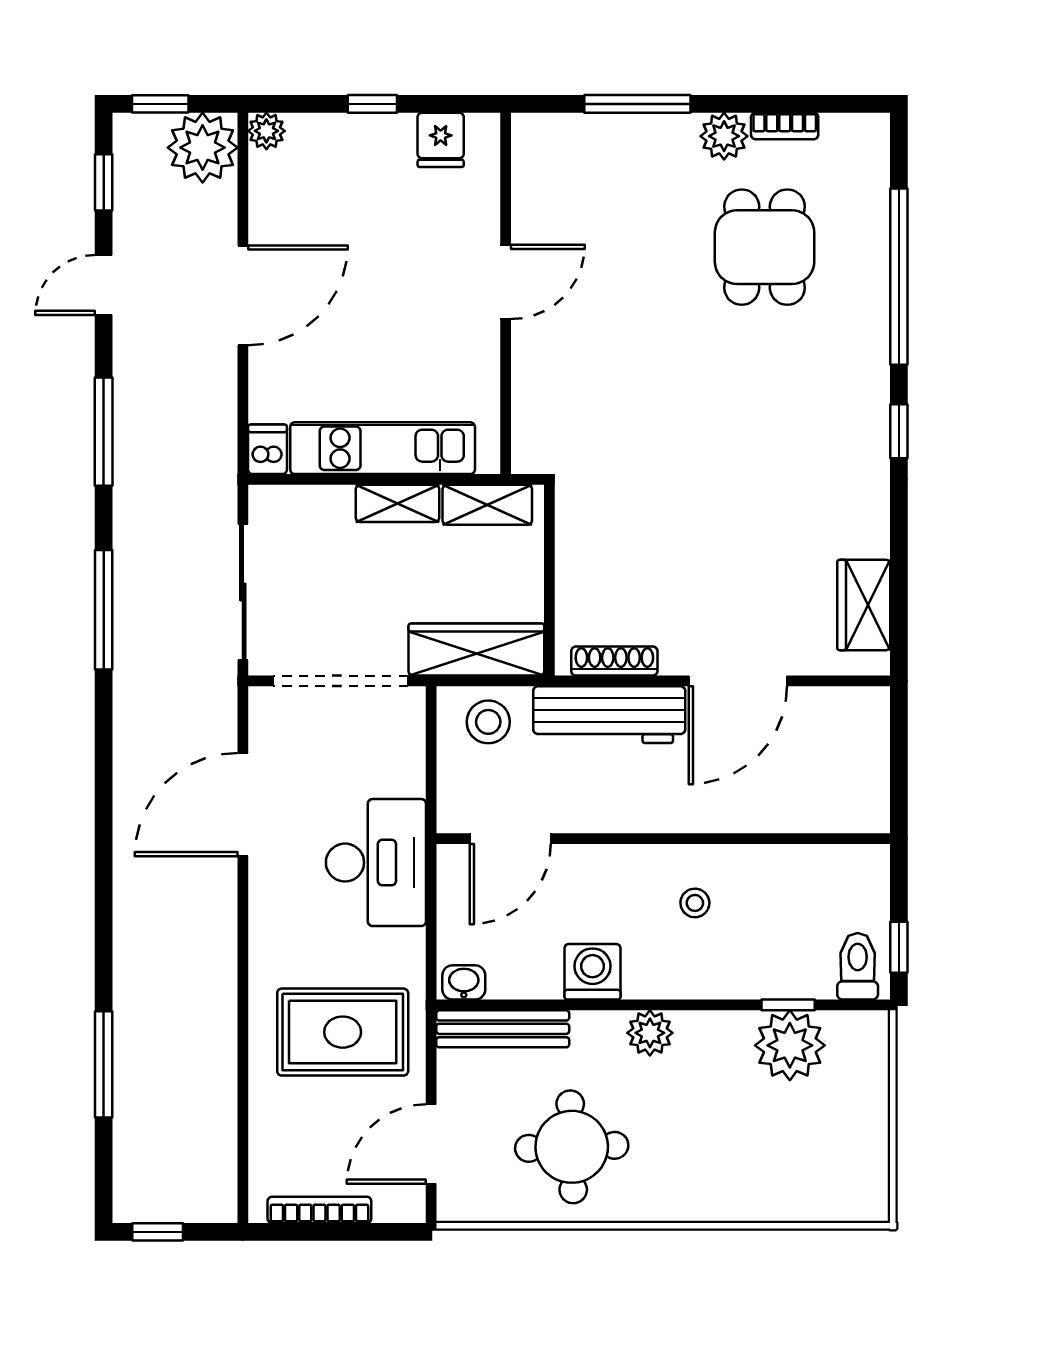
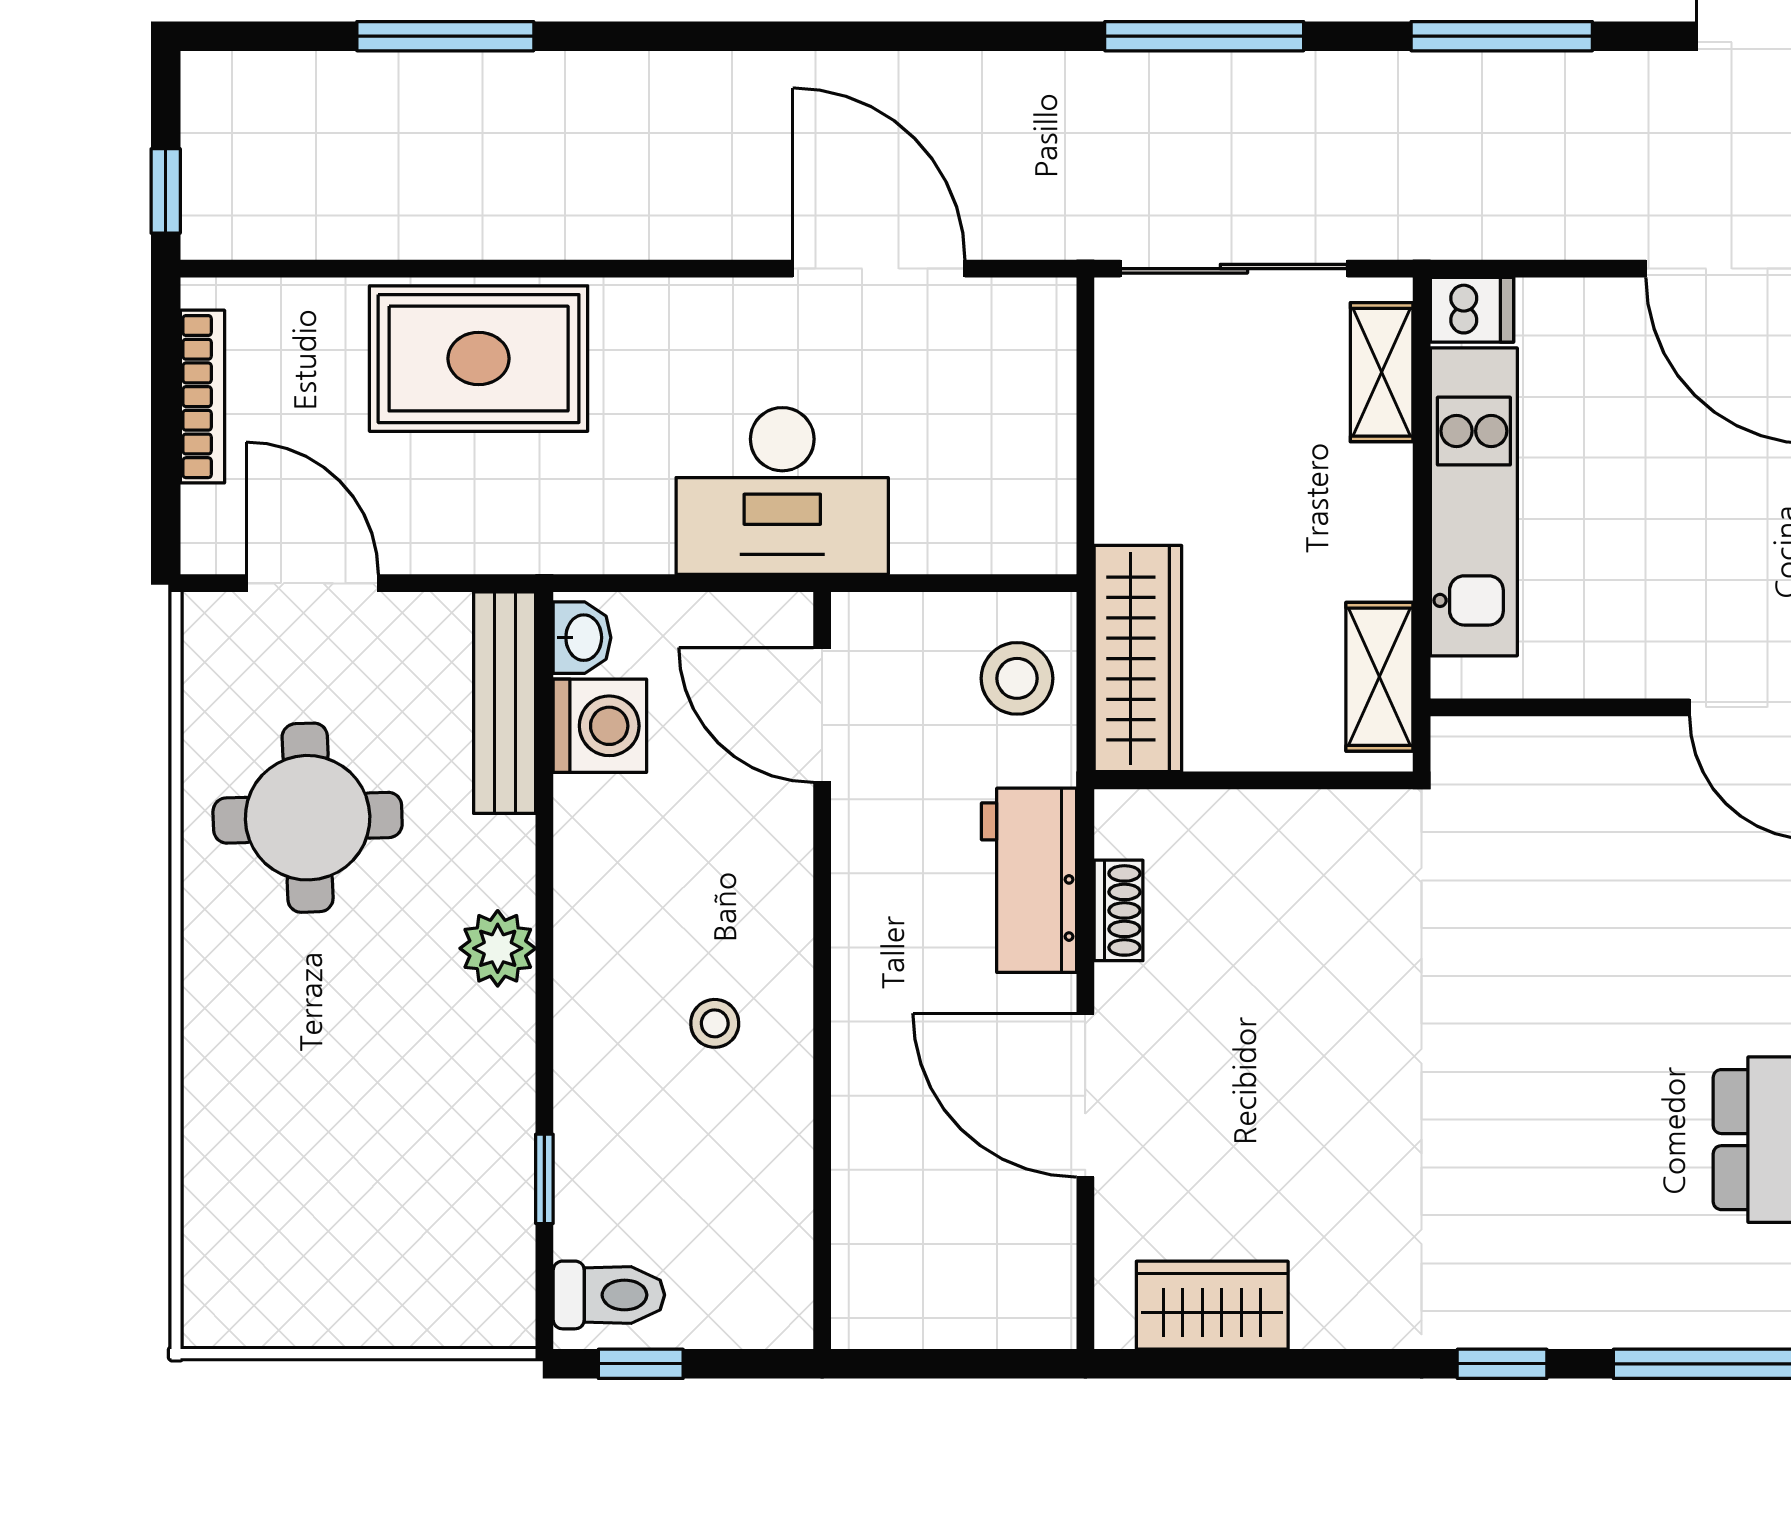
shelving: (398, 503) -> (1382, 372), moved
shoe rack: (614, 661) -> (1119, 910), width x0.70
doorway: (341, 681) -> (1085, 432), removed
workbench: (609, 715) -> (1029, 880), width x0.73
washing machine: (592, 972) -> (600, 726), moved
rug: (343, 1032) -> (479, 359), moved, turned 90
plant: (790, 1045) -> (477, 1182), removed
window: (158, 1232) -> (166, 191), moved

